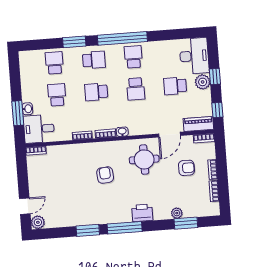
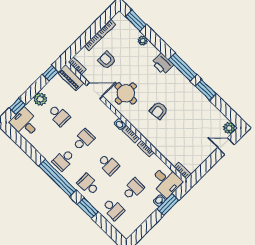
desk: (194, 56) -> (25, 123), width x0.73
school desk: (54, 63) -> (113, 209), turned -90
window: (215, 76) -> (17, 106), moved
school desk: (57, 95) -> (133, 189), turned 180
window: (186, 223) -> (136, 21), moved

